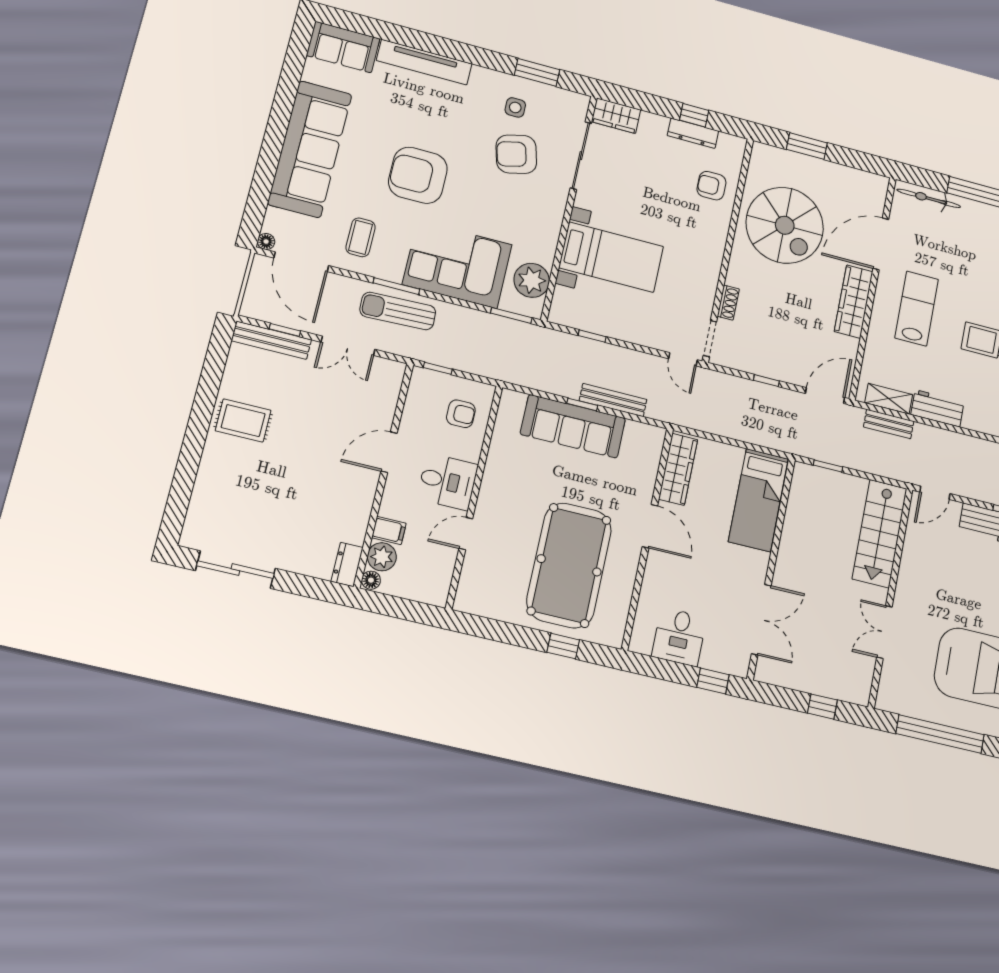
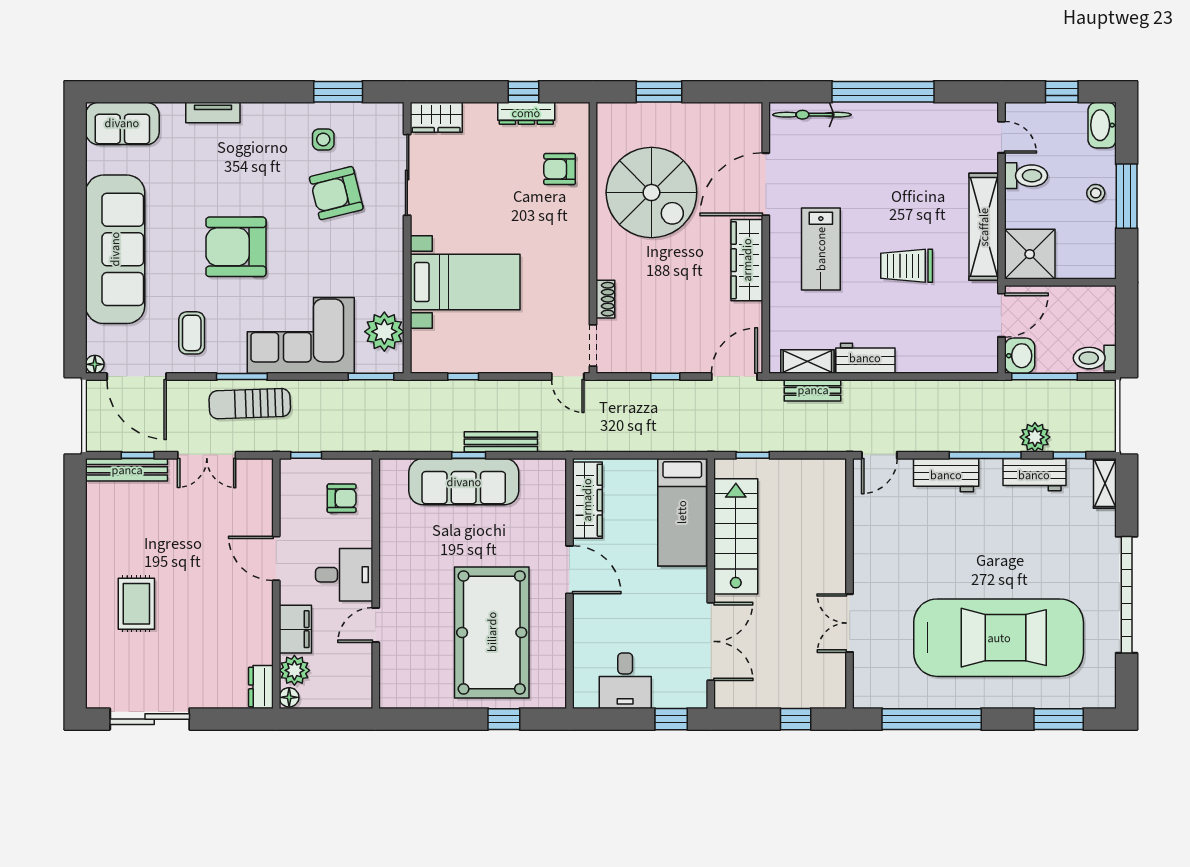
tv unit: (424, 62) -> (213, 113), width x0.52, depth x0.78
lab bench: (917, 309) -> (821, 249), turned 180
rug: (243, 421) -> (136, 604), moved, turned 90
door: (389, 452) -> (276, 558), hinge flipped
filing cabinet: (389, 530) -> (295, 629), width x2.00
stairs: (880, 534) -> (736, 536), moved, turned 180

